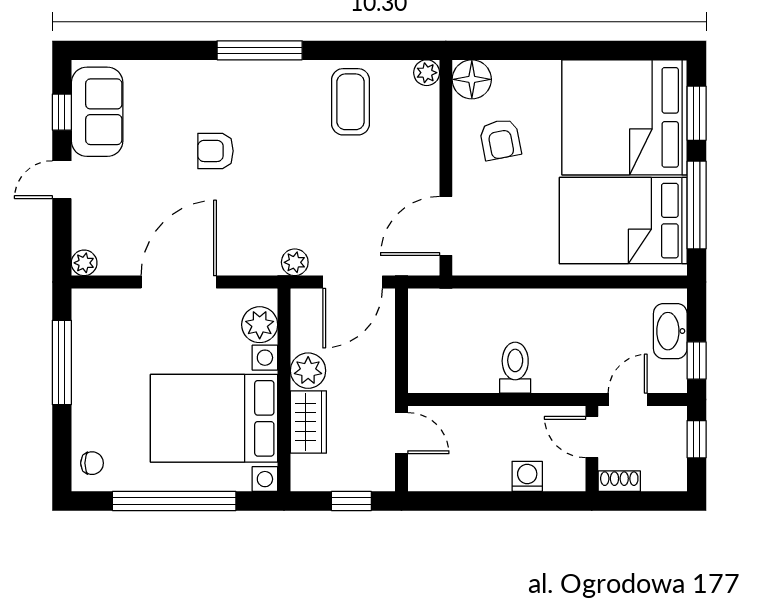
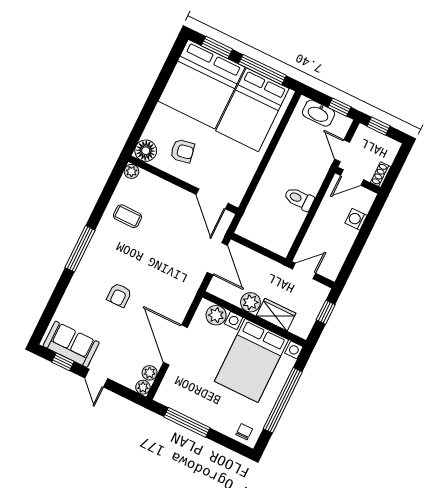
coffee table: (351, 102) -> (128, 216), width x0.73, depth x0.77
plant: (295, 262) -> (150, 373), moved

